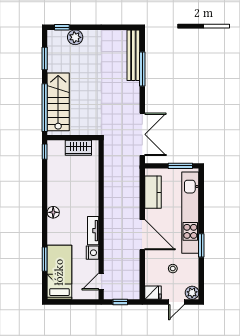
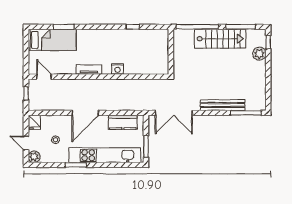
bench: (133, 55) -> (223, 105), moved
window: (45, 58) -> (241, 27), width x1.44
window: (142, 69) -> (246, 113), moved
stairs: (58, 102) -> (220, 39), moved
wardrobe: (78, 148) -> (162, 57), removed
window: (45, 152) -> (133, 27), moved
floor lamp: (53, 212) -> (105, 34), removed
nightstand: (92, 253) -> (118, 69), moved

